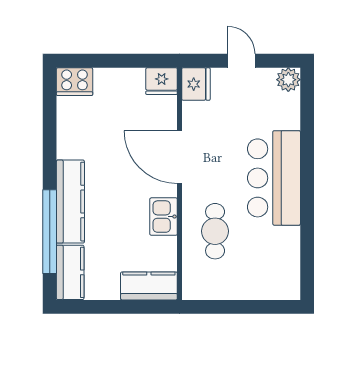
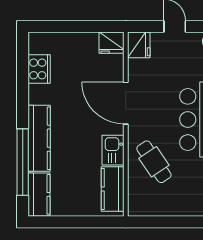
cooker: (75, 82) -> (39, 69), moved, turned -90
cafe table: (215, 231) -> (154, 162), turned -34
kitchen counter: (149, 286) -> (113, 189), moved, turned -90

